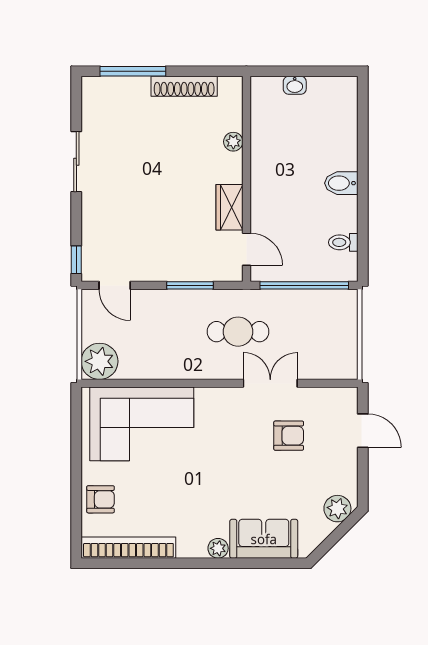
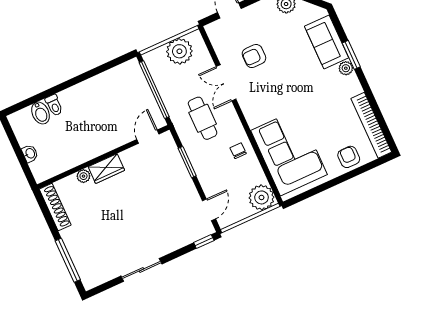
shoe rack: (184, 86) -> (55, 207), moved
bidet: (341, 183) -> (40, 113), moved
wardrobe: (230, 207) -> (106, 169), moved
toilet: (343, 242) -> (54, 105), moved
plant: (339, 341) -> (179, 51), added
chair: (174, 359) -> (238, 151), added
armchair: (289, 436) -> (254, 56), turned -90
window: (232, 563) -> (351, 55), added

